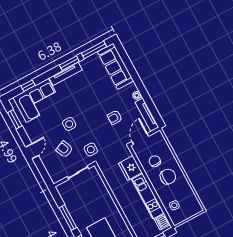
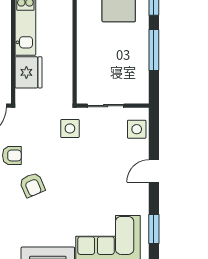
side table: (69, 124) -> (137, 129), moved
armchair: (64, 149) -> (32, 185), moved

